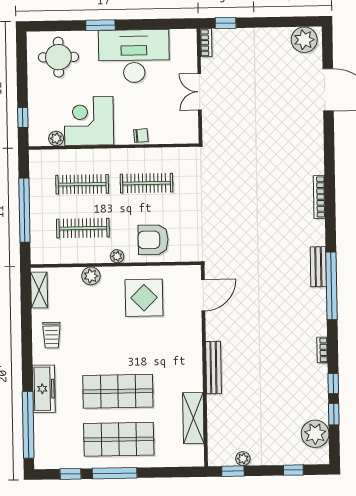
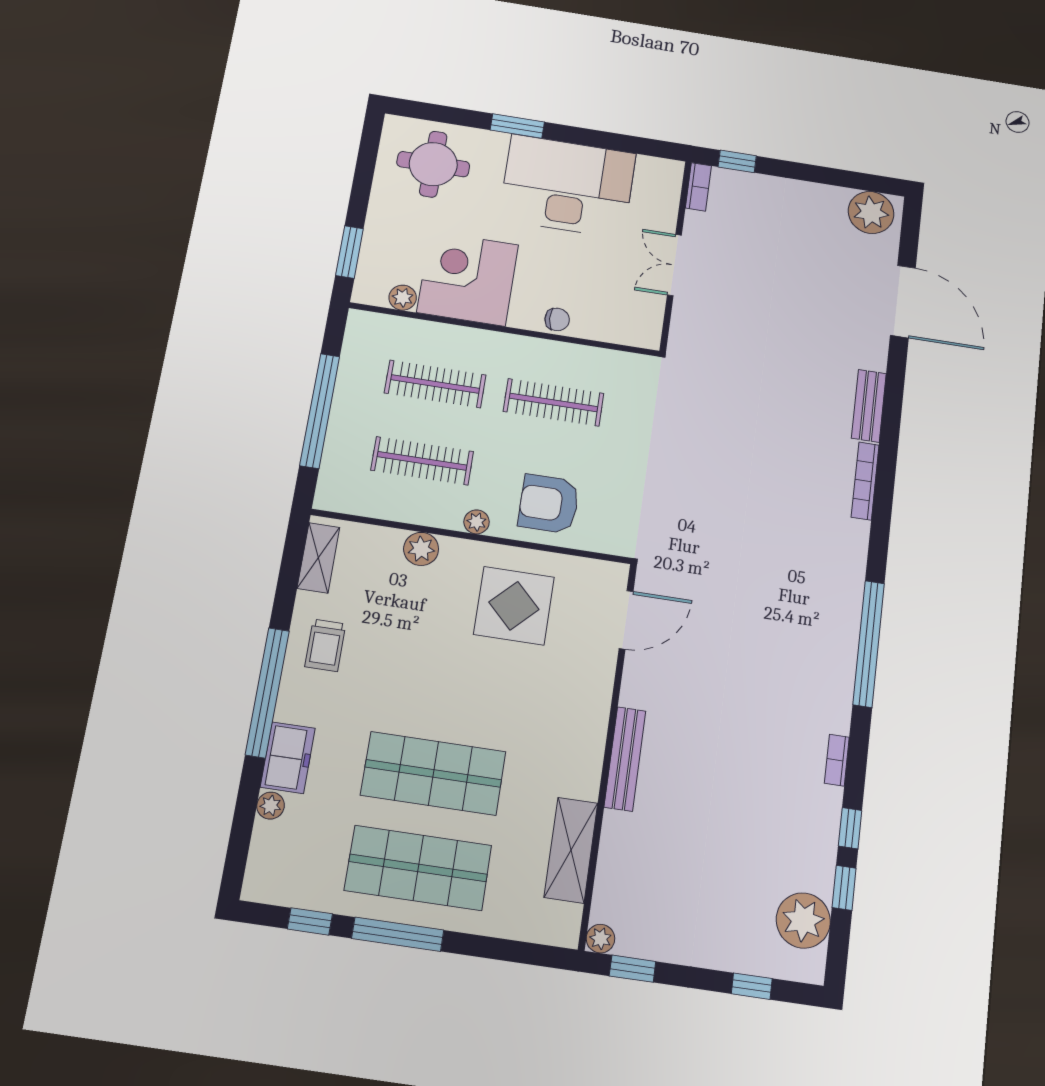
window: (23, 118) -> (349, 252), width x1.50
bench: (318, 267) -> (869, 406), moved
freezer: (44, 389) -> (288, 758), width x0.71
plant: (40, 421) -> (271, 806), added
window: (28, 425) -> (267, 693), moved
plant: (243, 459) -> (600, 939), moved

